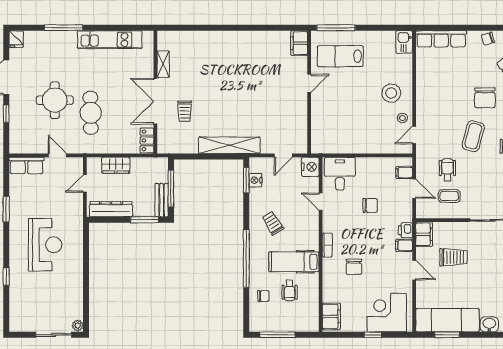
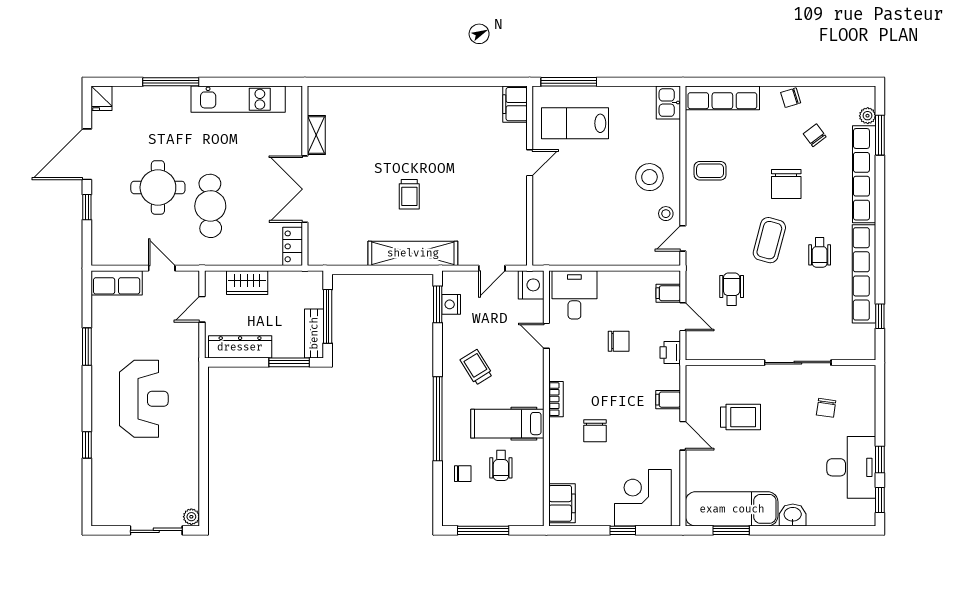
trolley: (185, 111) -> (409, 194), moved
coffee table: (449, 196) -> (710, 171), moved
printer: (405, 230) -> (670, 353), moved
filing cabinet: (424, 234) -> (698, 383), removed

